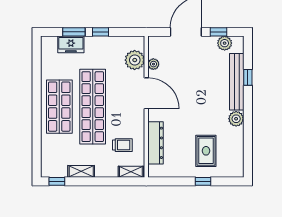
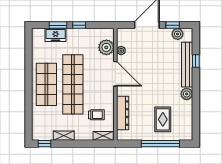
window: (203, 181) -> (160, 144), width x3.17

